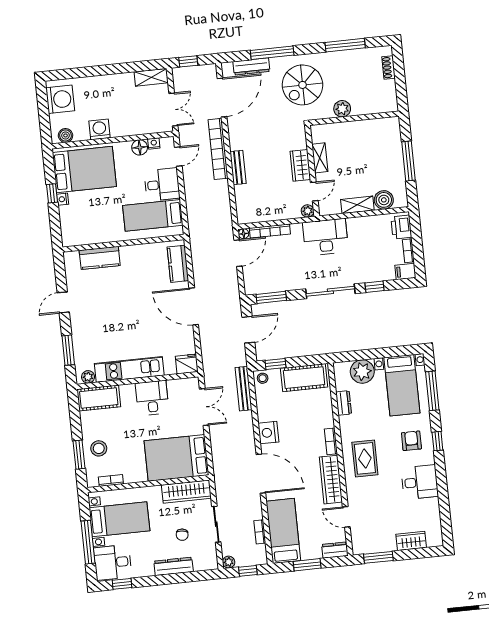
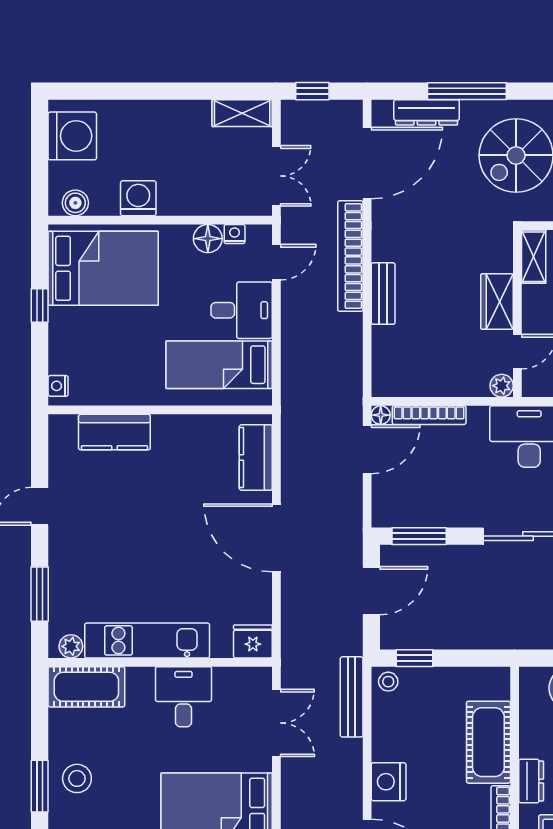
shelving: (320, 158) -> (534, 257), moved
nightstand: (63, 199) -> (58, 386), moved
cot: (304, 378) -> (488, 742), moved, turned 90
dresser: (344, 403) -> (531, 781), moved

